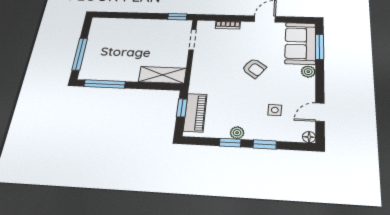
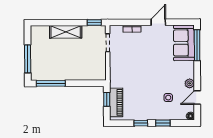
window: (320, 47) -> (197, 45), width x1.44
armchair: (254, 68) -> (153, 65), removed
plant: (308, 72) -> (190, 83), moved
shelving: (162, 75) -> (66, 32), moved
plant: (237, 133) -> (145, 116), removed

